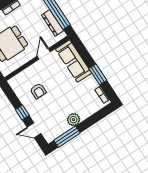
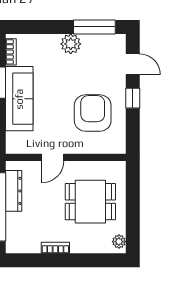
sofa: (74, 61) -> (19, 99), moved
armchair: (38, 91) -> (93, 113), width x1.88, depth x1.88

